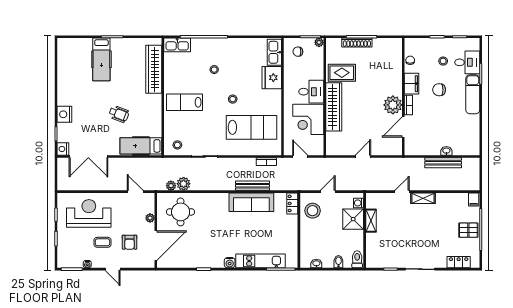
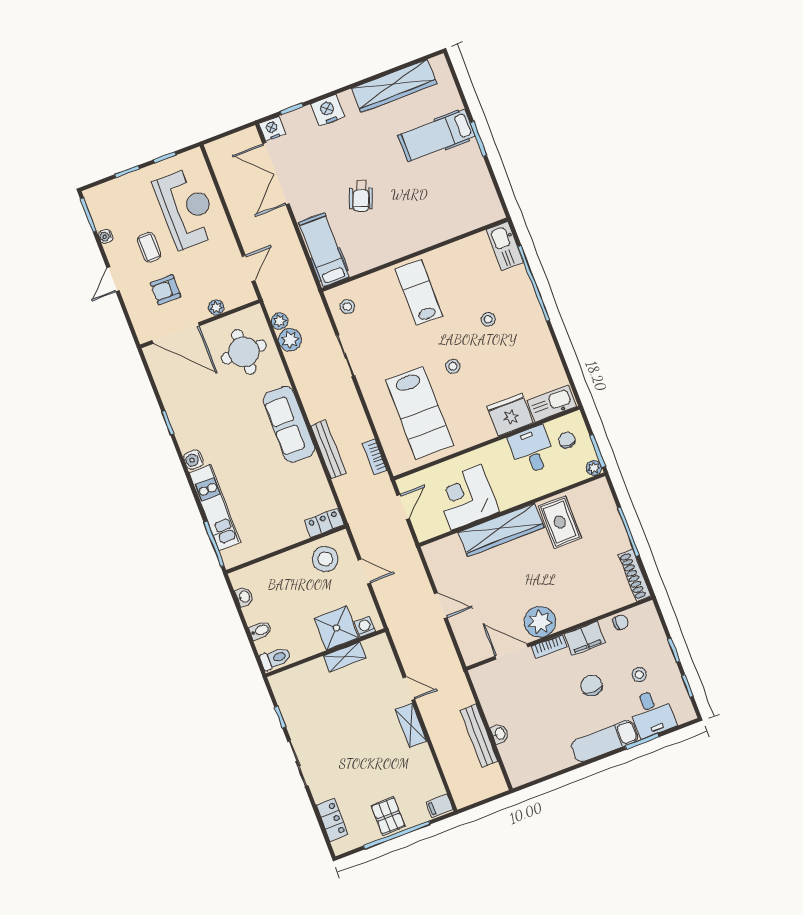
shoe rack: (357, 43) -> (635, 575), moved
wardrobe: (154, 69) -> (394, 86), moved, turned 180
desk: (311, 92) -> (532, 450), moved, turned 180
sofa: (251, 202) -> (289, 424), moved

